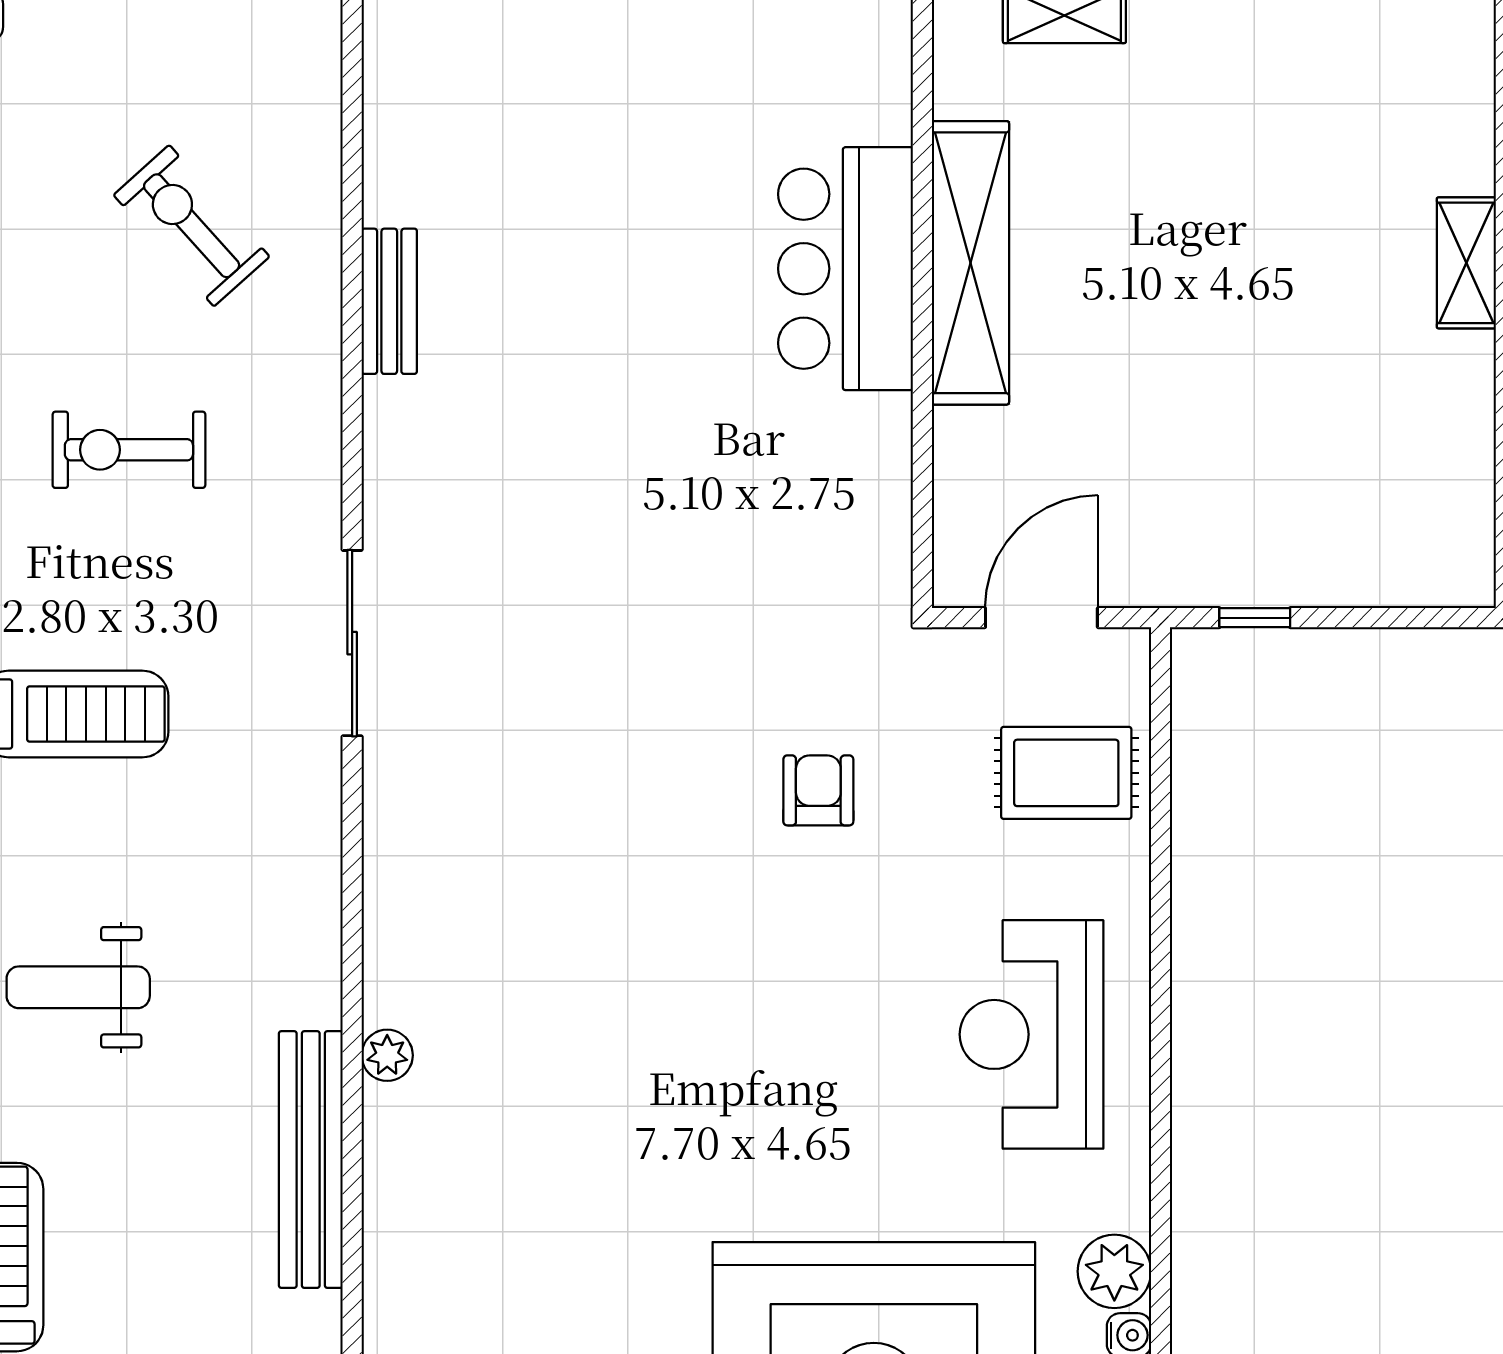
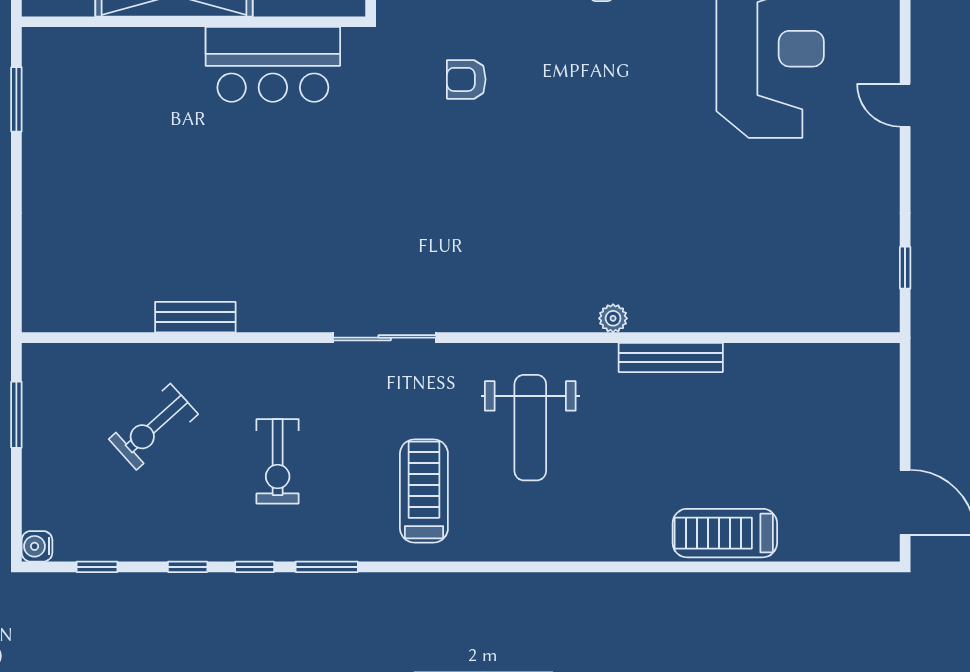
bar counter: (845, 269) -> (273, 64), moved
weight bench: (78, 987) -> (530, 428), moved, width x1.36, depth x1.33
bench: (311, 1160) -> (671, 357), width x0.73, depth x0.82

